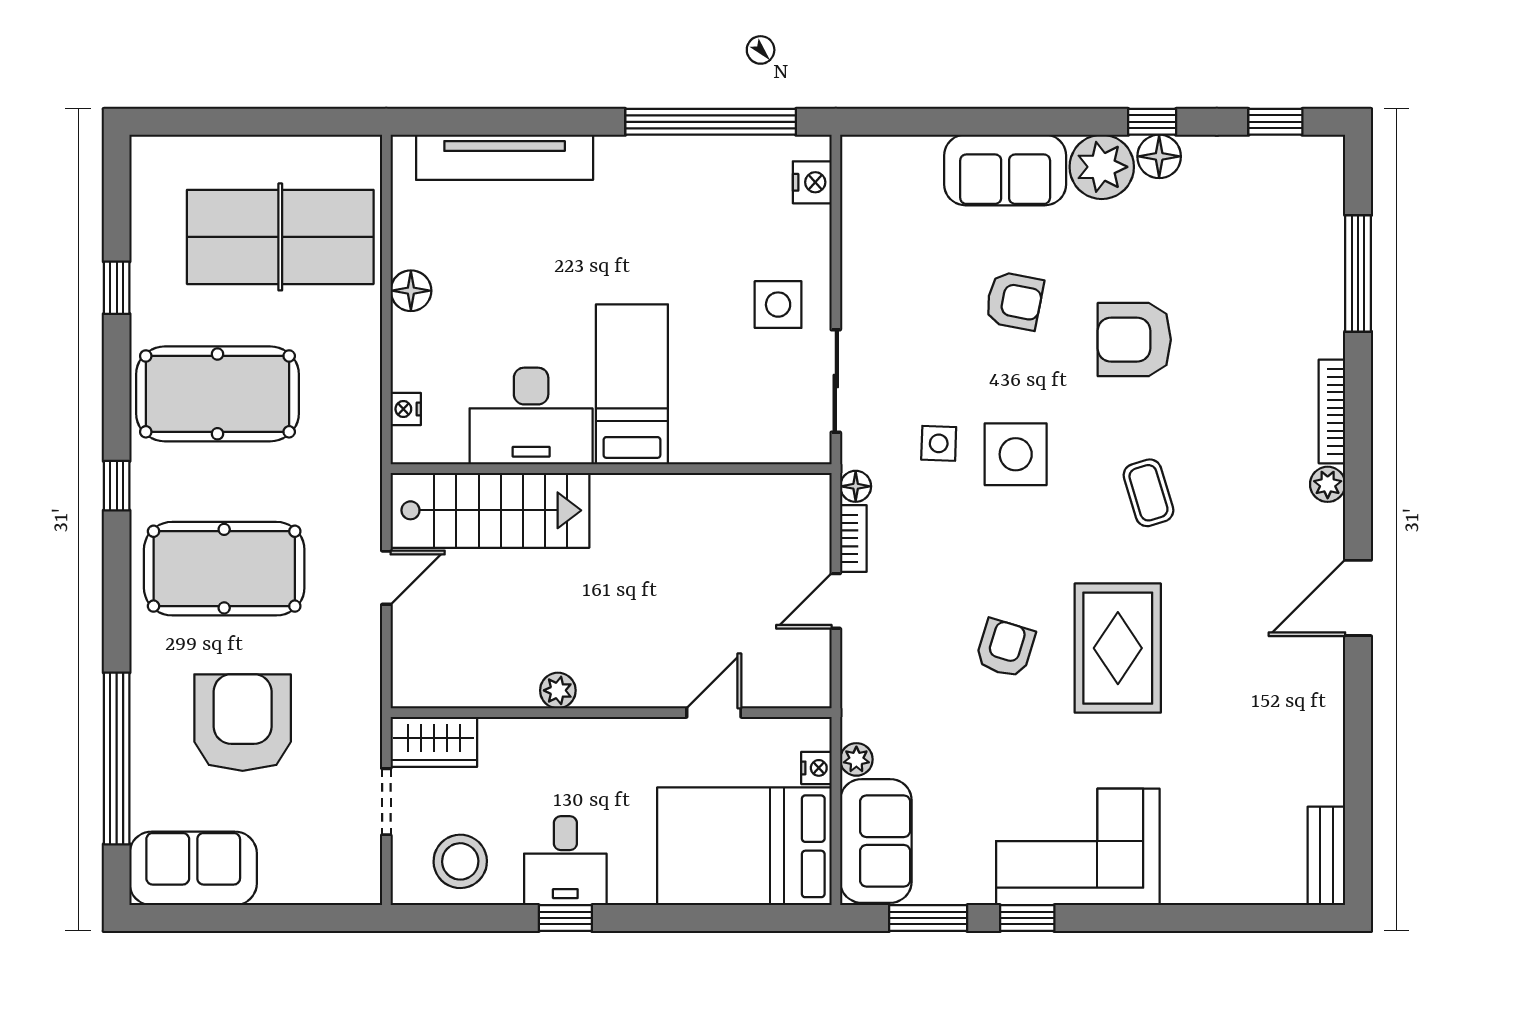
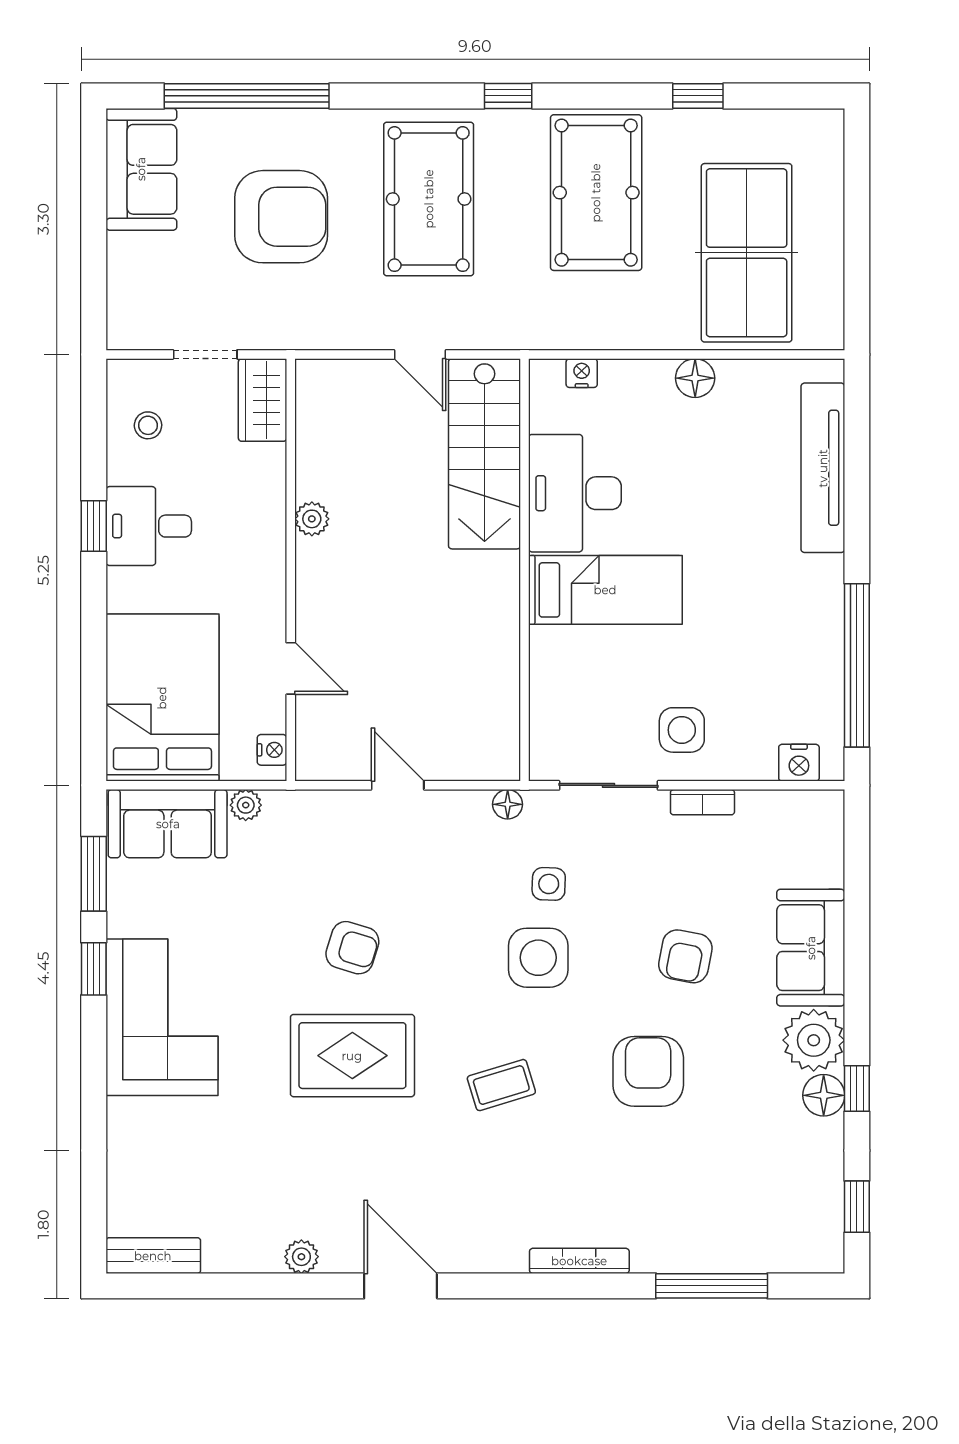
plant: (1328, 484) -> (301, 1257), moved
bookcase: (853, 538) -> (702, 802), moved
nightstand: (816, 768) -> (272, 750), moved, turned -90
stool: (460, 861) -> (148, 425), width x0.53, depth x0.53

